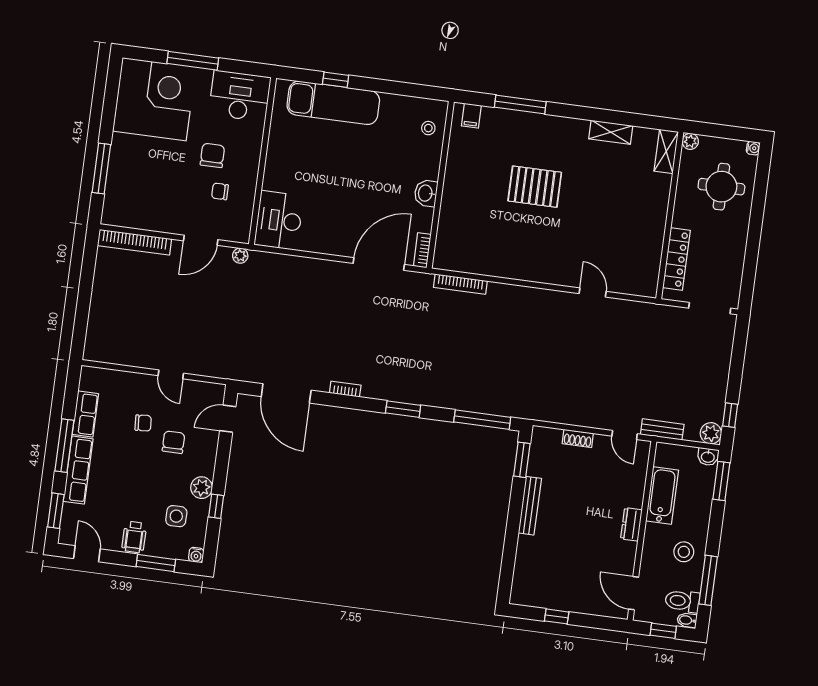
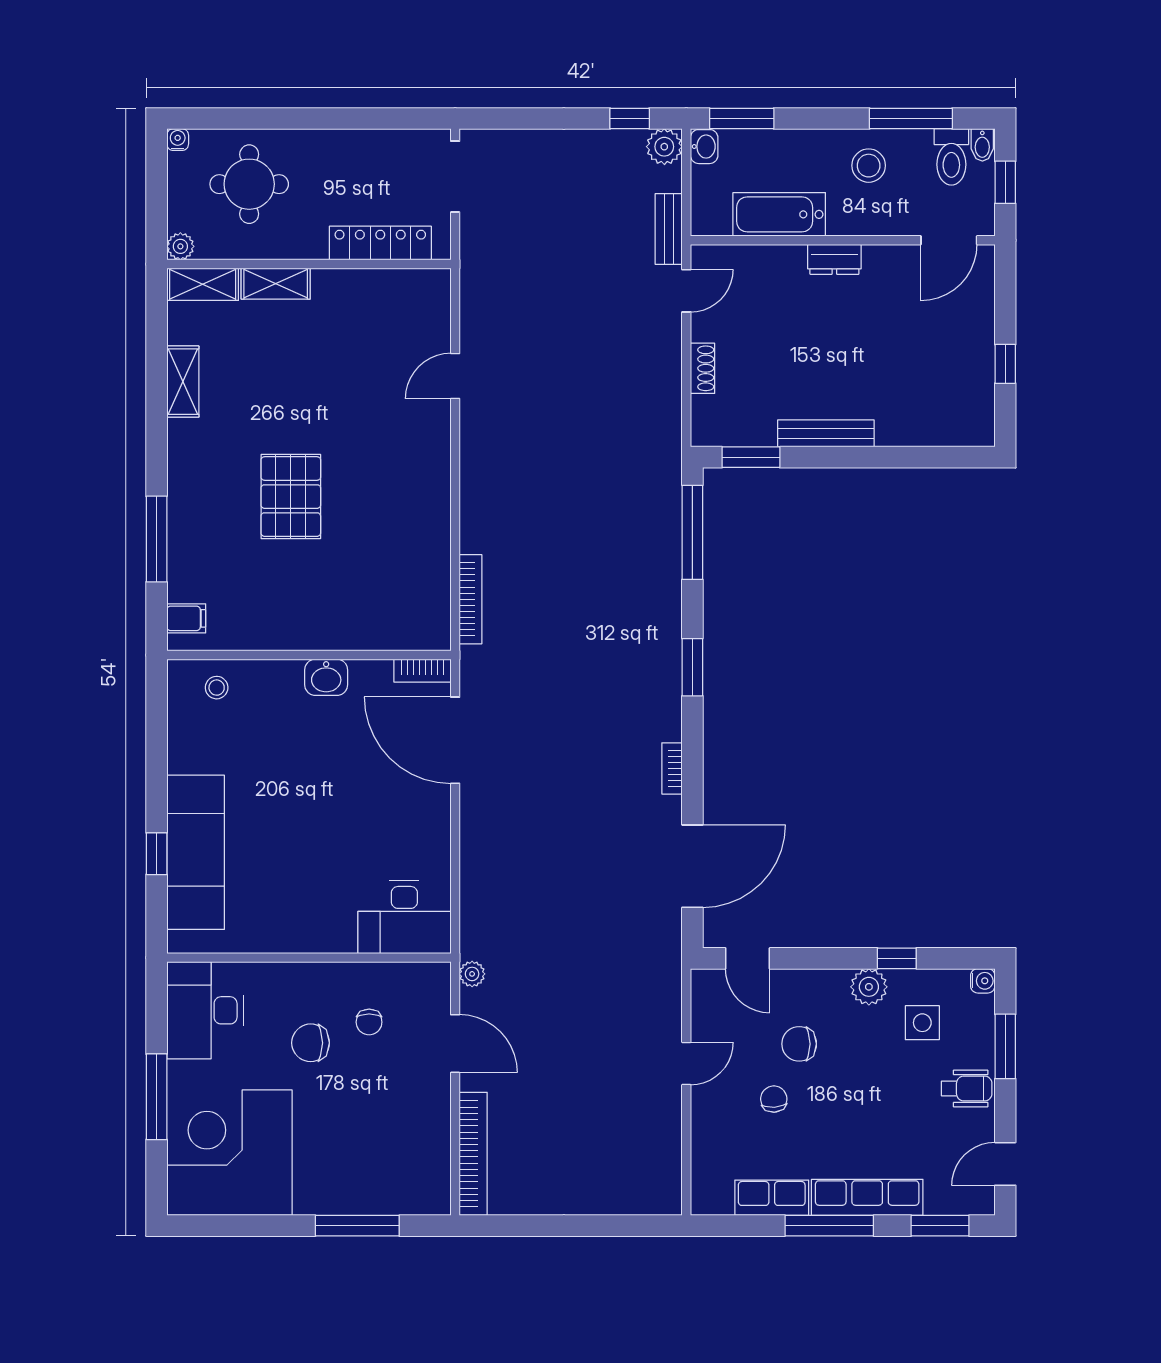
shelving: (661, 194) -> (276, 284), added

